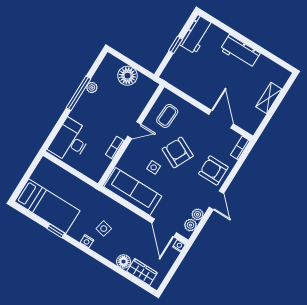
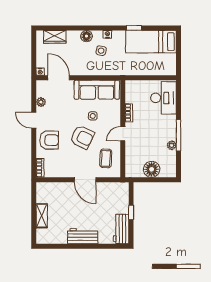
door: (221, 119) -> (85, 180), moved
plant: (190, 225) -> (41, 91), removed
floor lamp: (123, 262) -> (87, 36), moved

